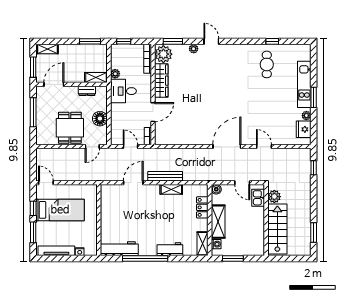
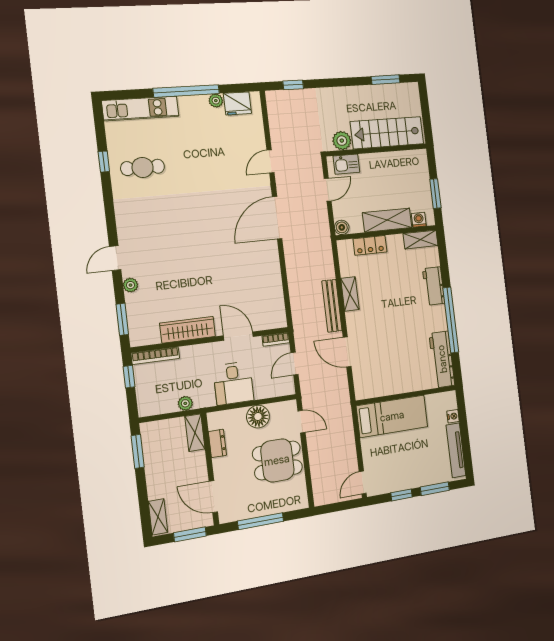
window: (124, 41) -> (129, 377), moved
plant: (163, 54) -> (145, 332), removed
kitchen unit: (304, 84) -> (140, 108), moved
desk: (123, 91) -> (233, 383), moved
window: (314, 97) -> (186, 91), width x2.11
door: (227, 147) -> (277, 218), hinge flipped
bed: (60, 210) -> (392, 416), moved, turned 90

